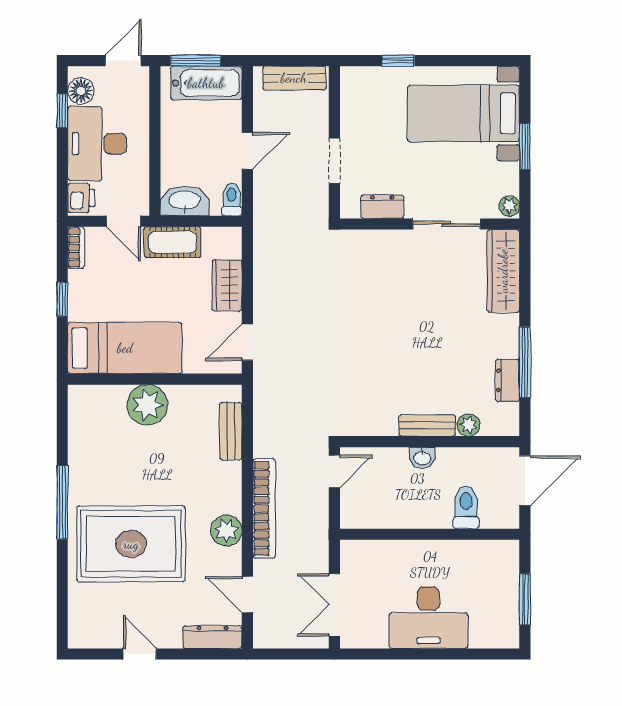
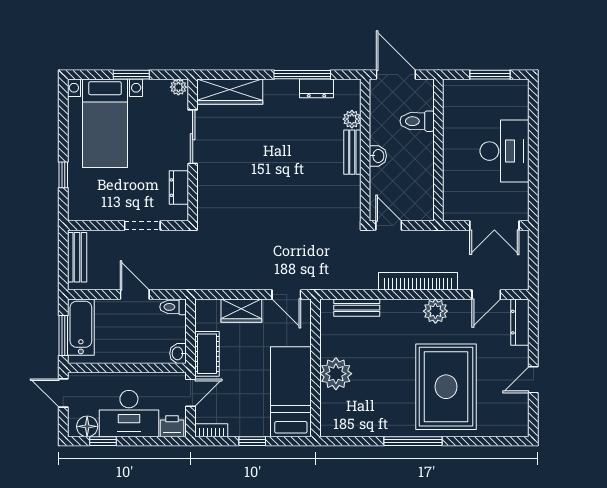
washbasin: (185, 201) -> (178, 353), width x0.52, depth x0.69

